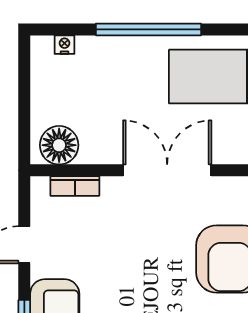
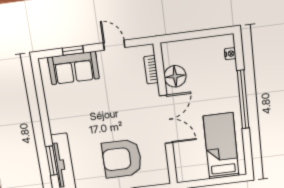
floor lamp: (59, 145) -> (175, 76), moved

